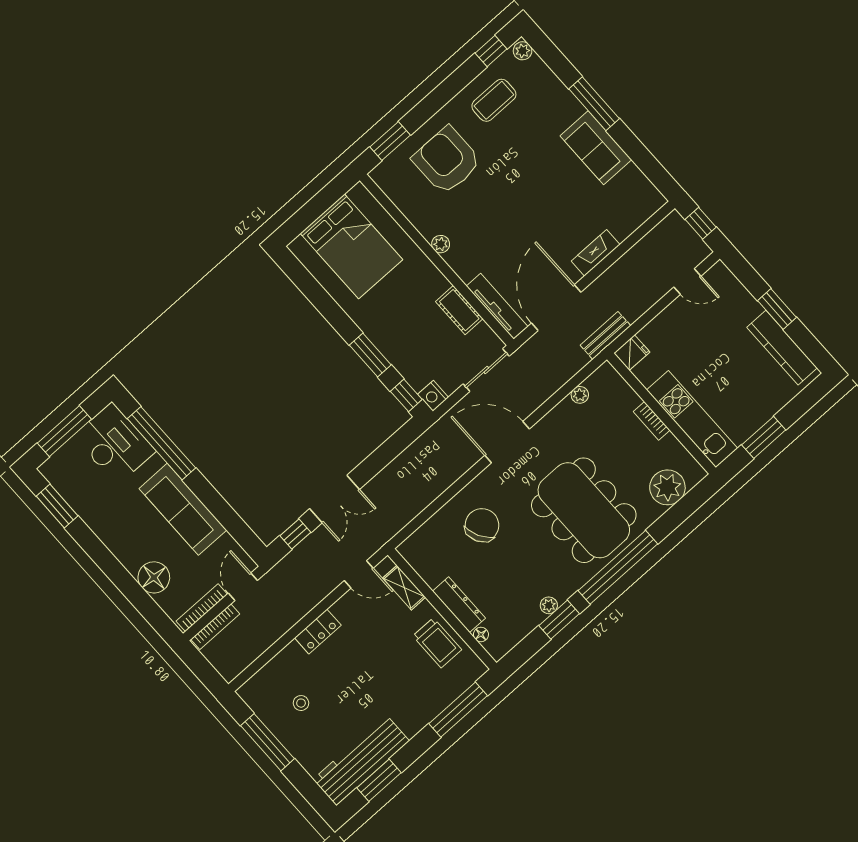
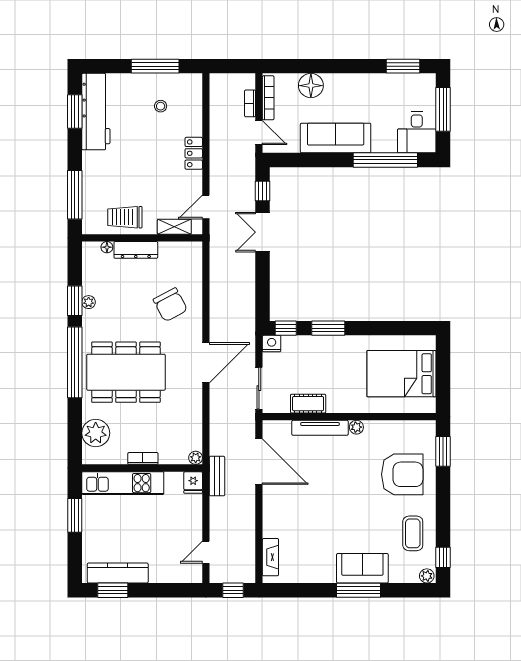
sofa: (596, 148) -> (362, 568), moved
fireplace: (596, 253) -> (270, 557), moved
tv unit: (497, 306) -> (320, 428), moved
window: (777, 309) -> (113, 590), moved
plant: (580, 395) -> (196, 458), moved
desk: (114, 444) -> (417, 132), width x0.73
bookcase: (215, 627) -> (250, 103), width x0.64

